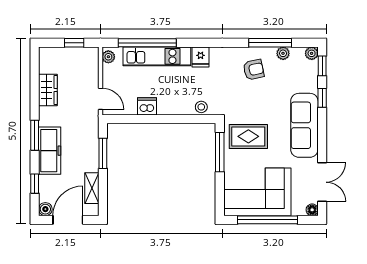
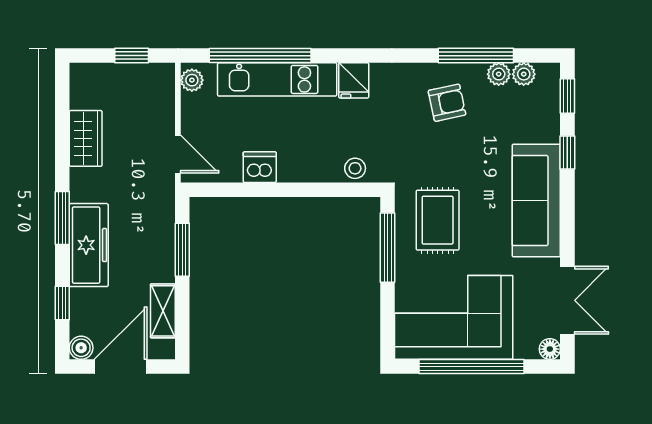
plant: (312, 53) -> (524, 74), moved
rug: (248, 136) -> (438, 220), turned 90

